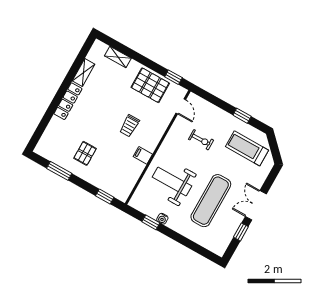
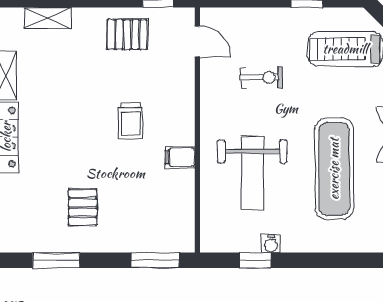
pallet: (150, 85) -> (127, 35), width x0.67, depth x0.71
weight bench: (172, 182) -> (252, 173), turned -90
window: (105, 196) -> (155, 260), width x1.50

